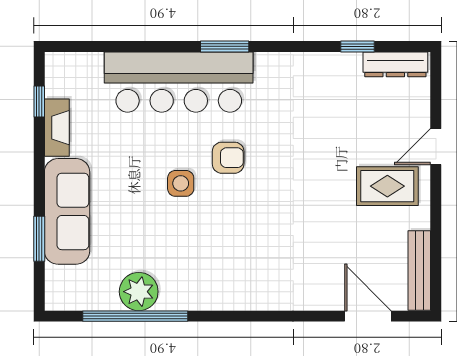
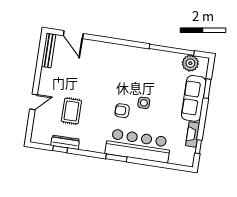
dresser: (395, 64) -> (65, 142), moved
rug: (387, 186) -> (71, 111), moved, turned 90
plant: (139, 292) -> (190, 63), moved

